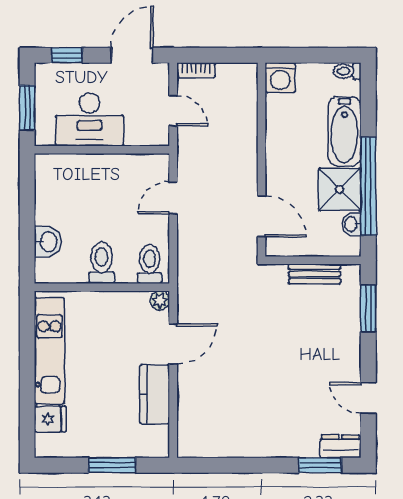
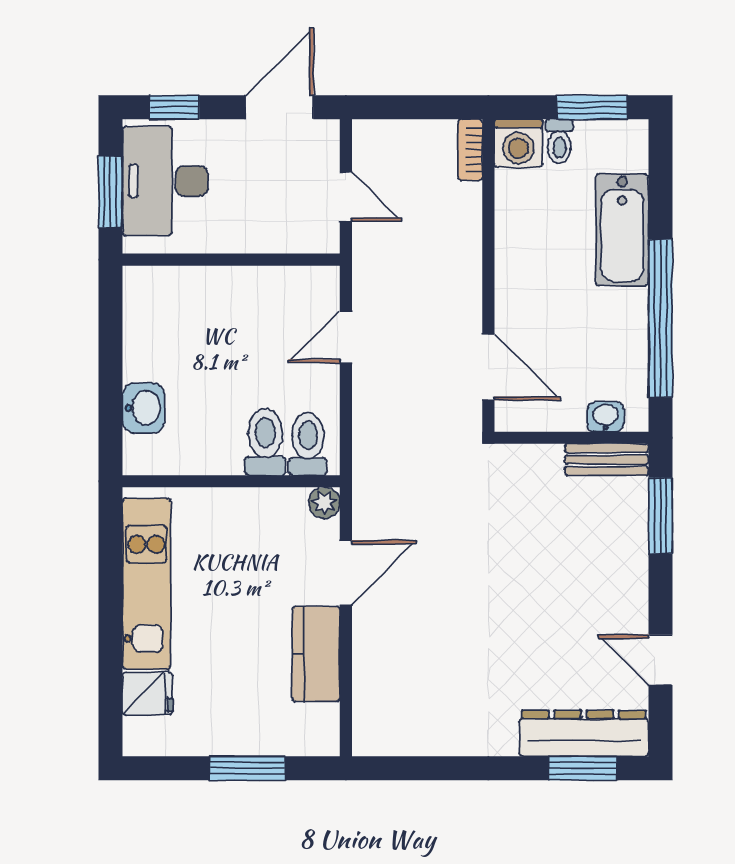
window: (326, 55) -> (592, 107), added
bookcase: (196, 70) -> (470, 150), moved, turned 90
toilet: (347, 71) -> (559, 141), moved, turned -90
desk: (90, 119) -> (165, 181), moved, turned 90
shower: (340, 189) -> (614, 323), removed
washbasin: (352, 224) -> (606, 417), moved, turned 90
toilet: (102, 263) -> (265, 442), moved
bench: (315, 274) -> (607, 460), moved
dresser: (340, 446) -> (584, 733), width x1.96, depth x1.24

